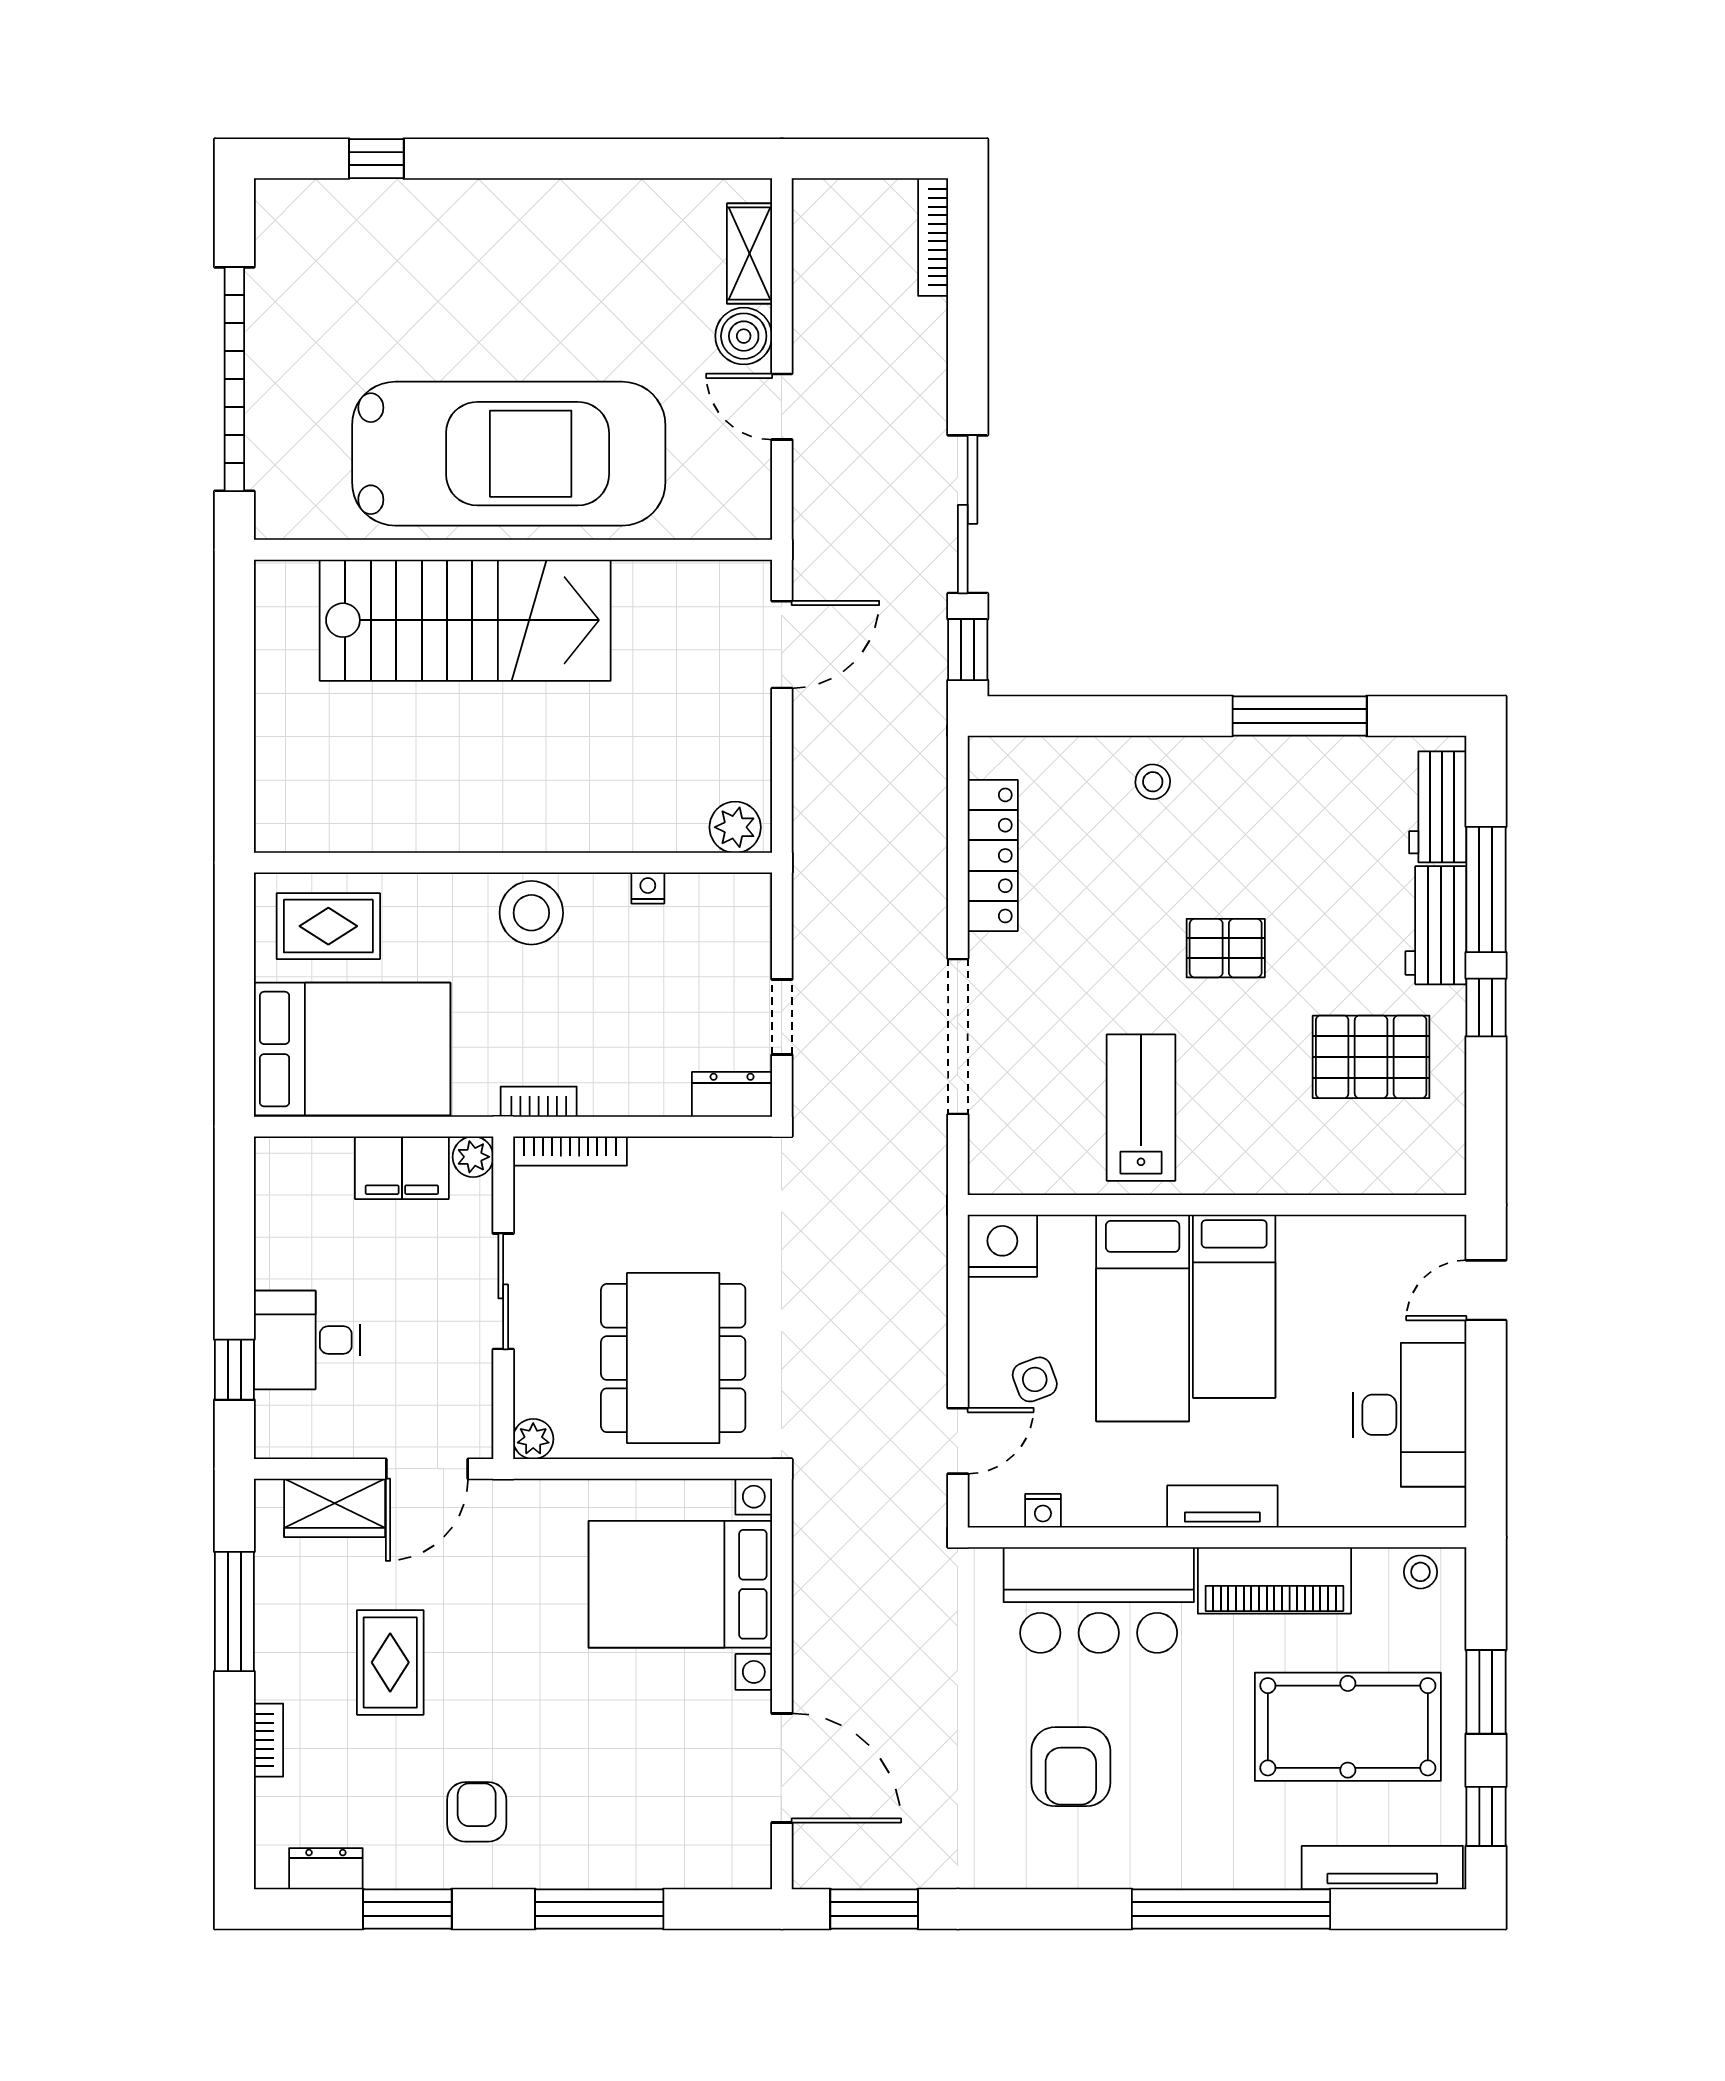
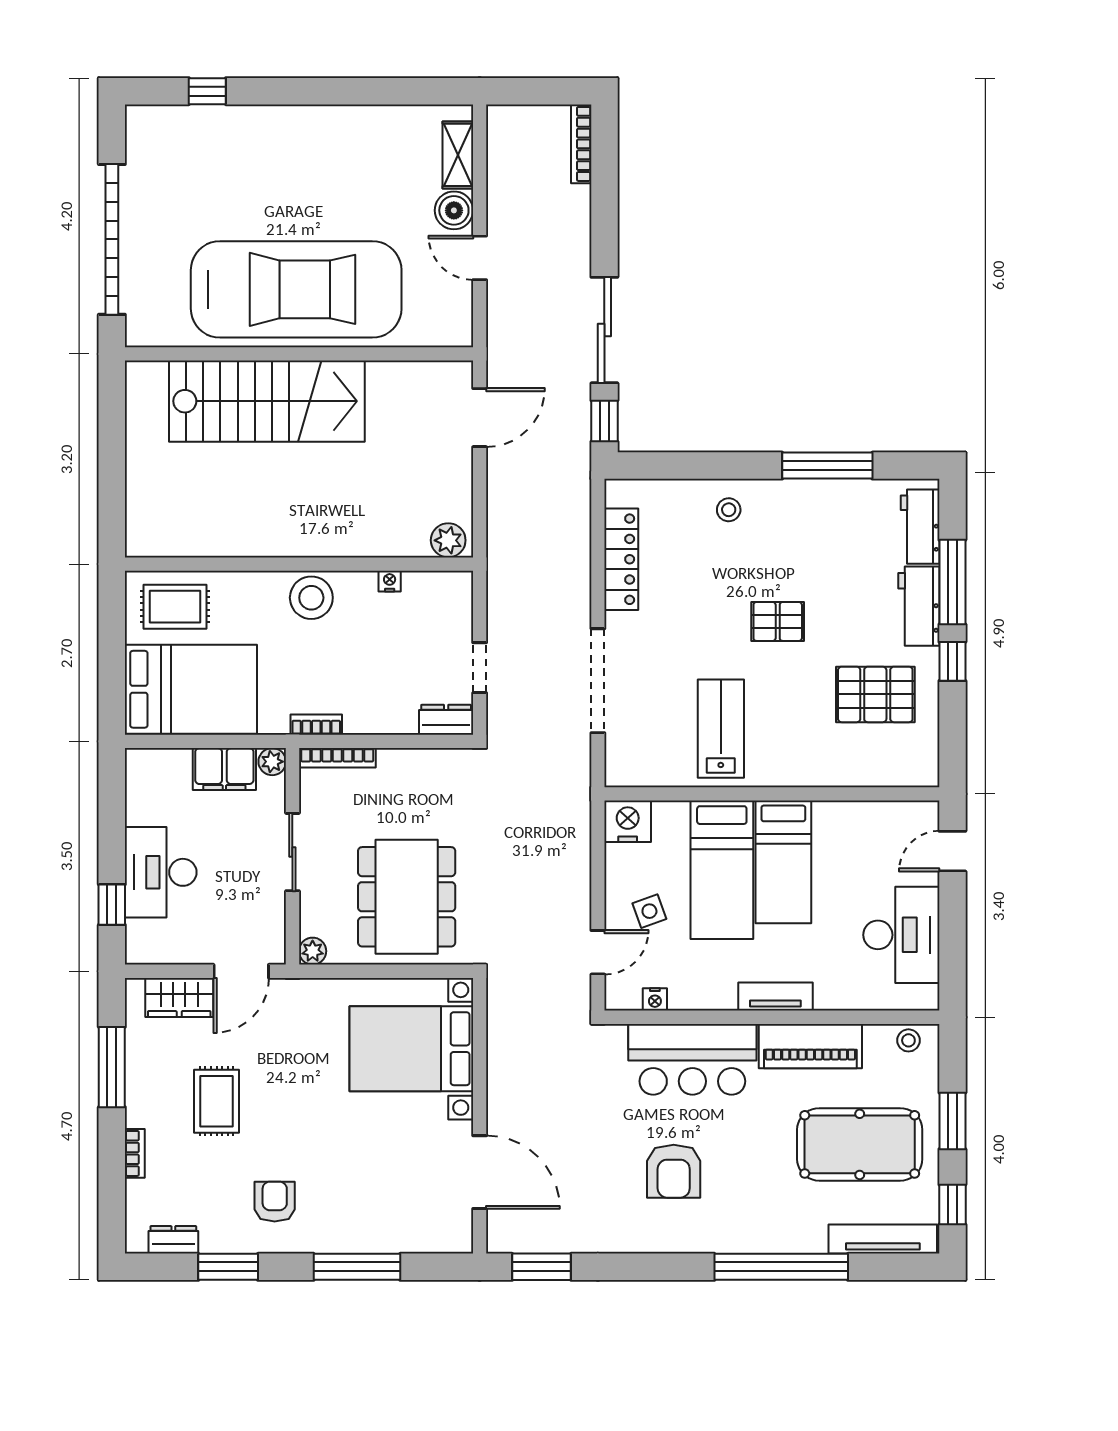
desk: (307, 1340) -> (161, 872), width x1.37

